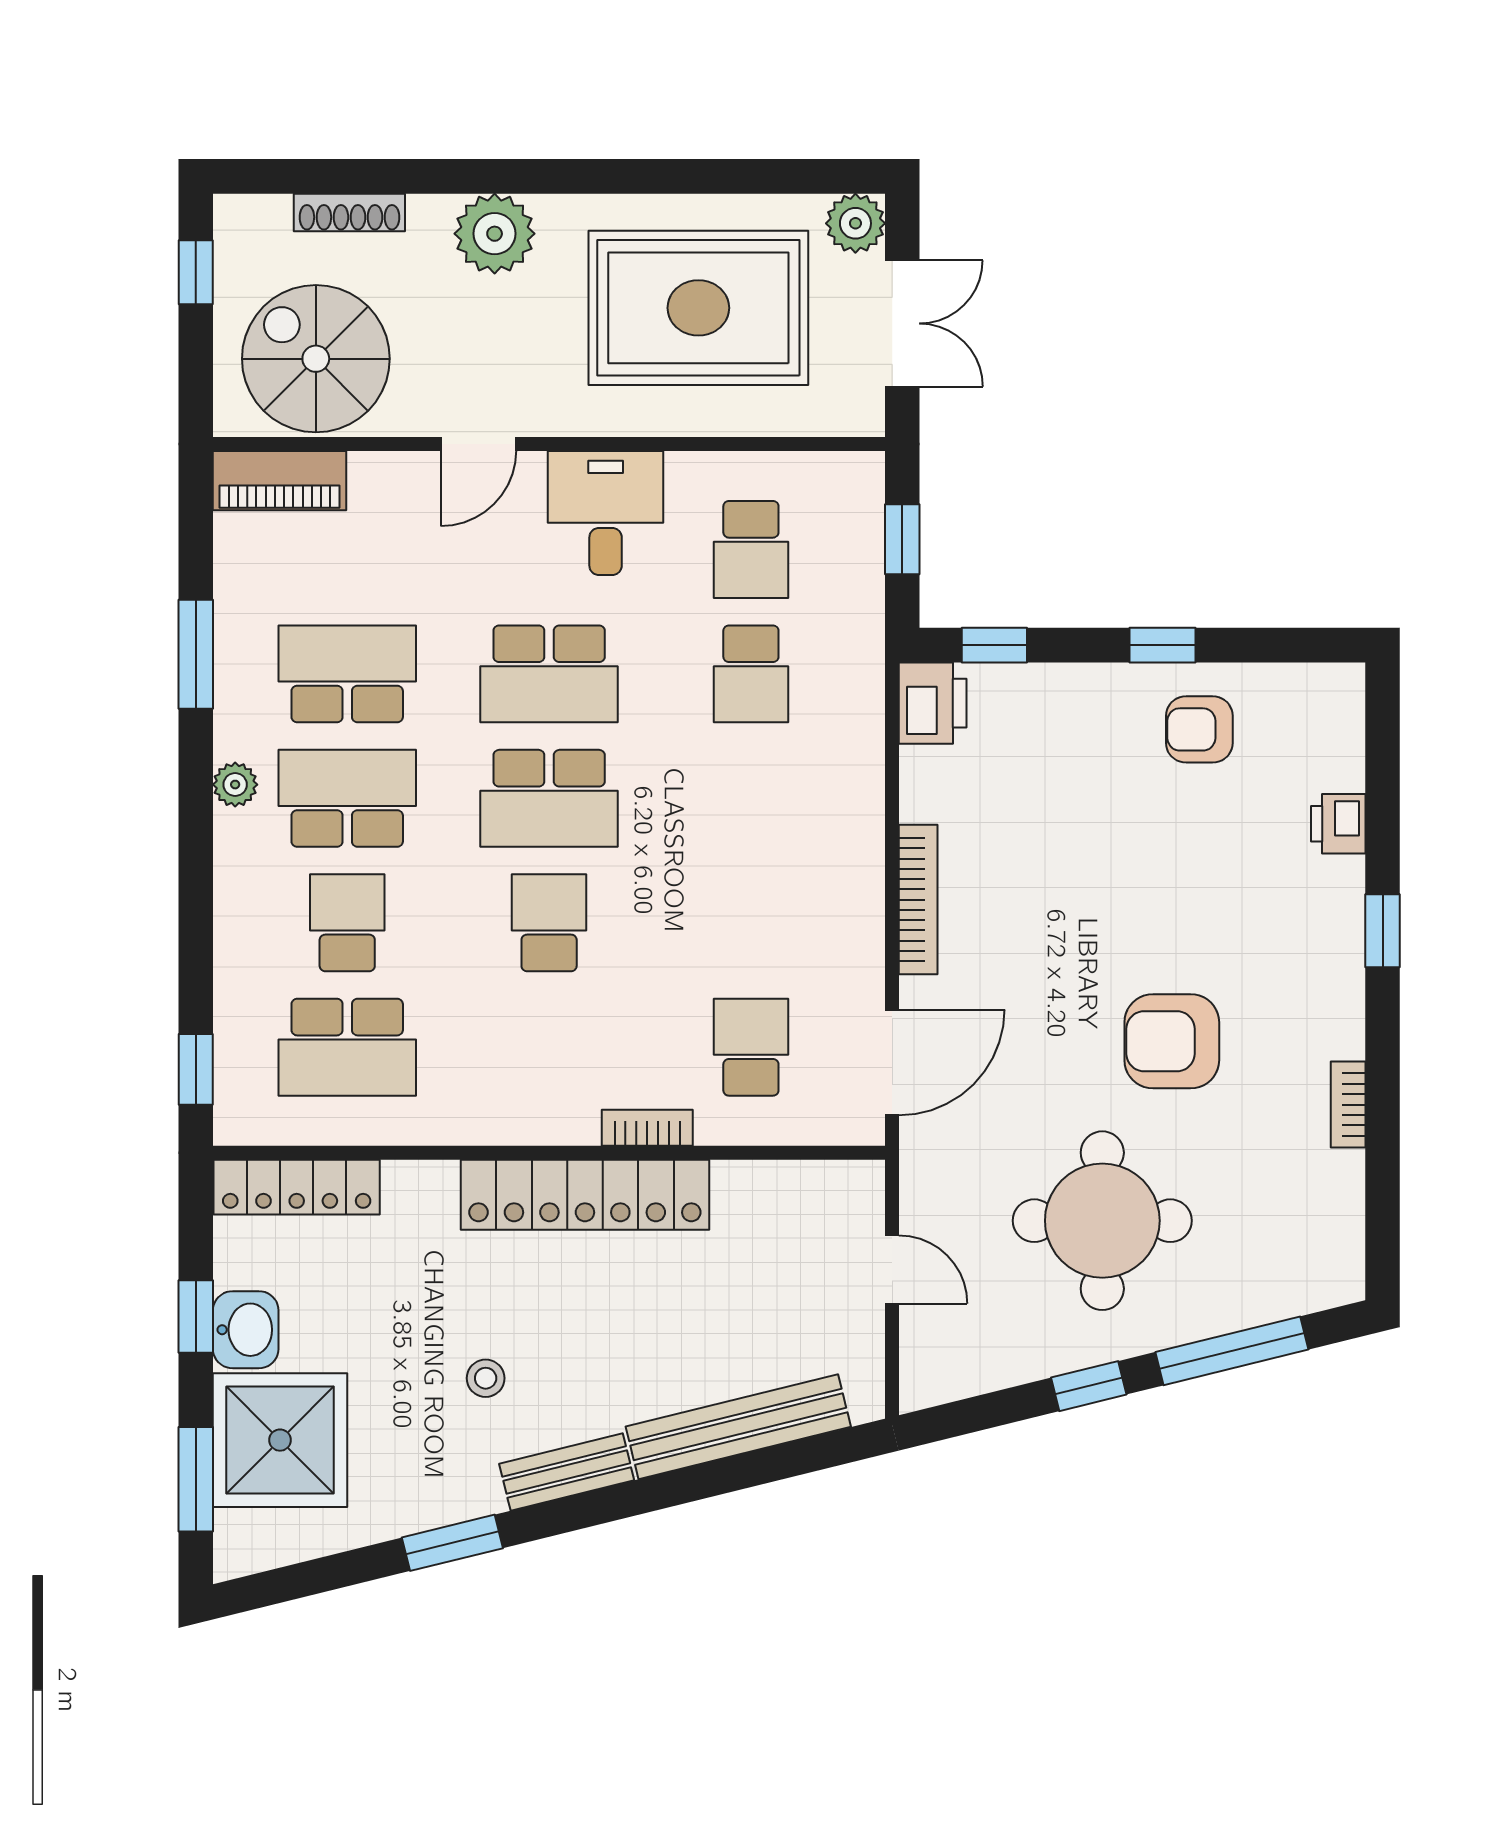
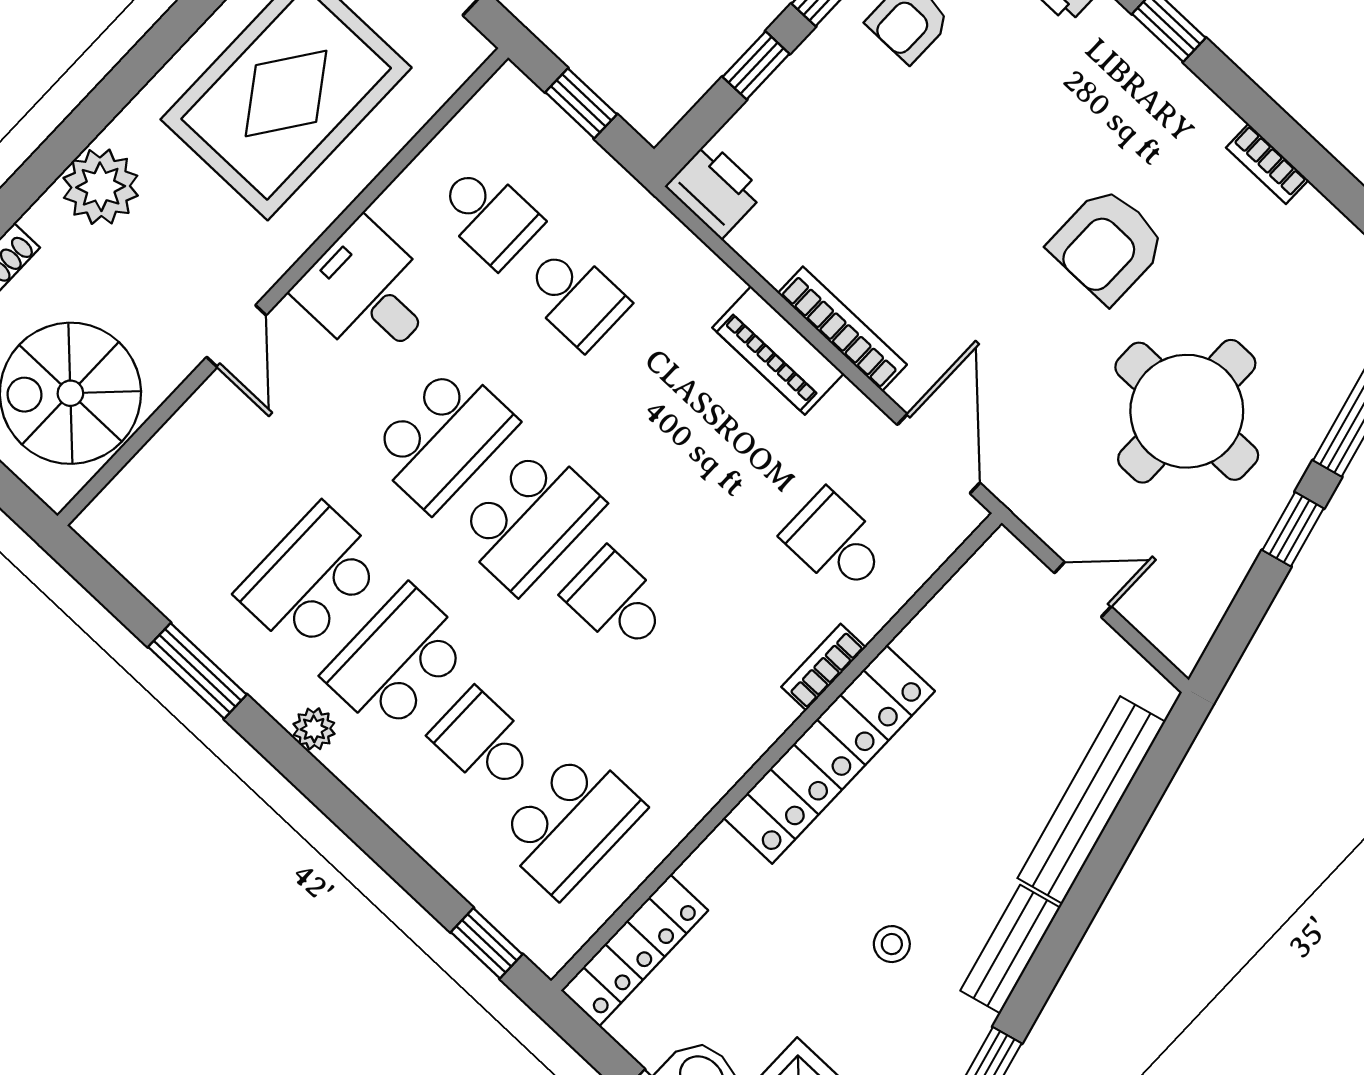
piano: (280, 481) -> (778, 351), moved, turned 90
window: (994, 645) -> (756, 65), moved

